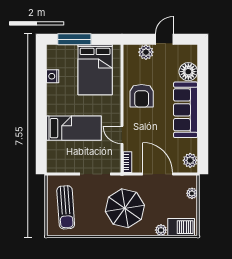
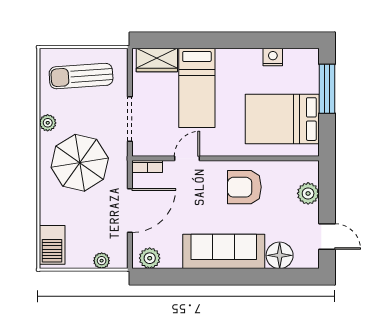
door: (164, 39) -> (327, 236), moved
wardrobe: (55, 155) -> (157, 60), added
plant: (161, 230) -> (48, 123), moved

